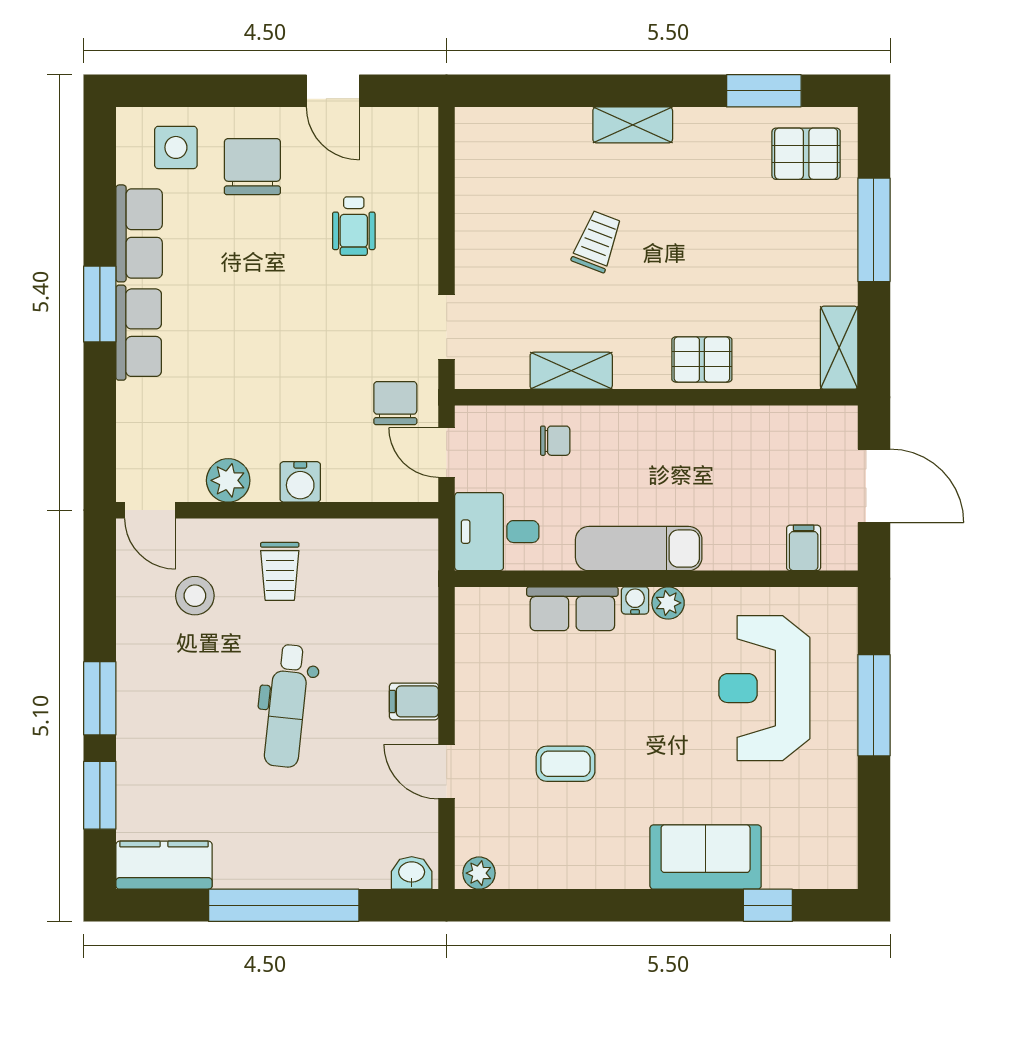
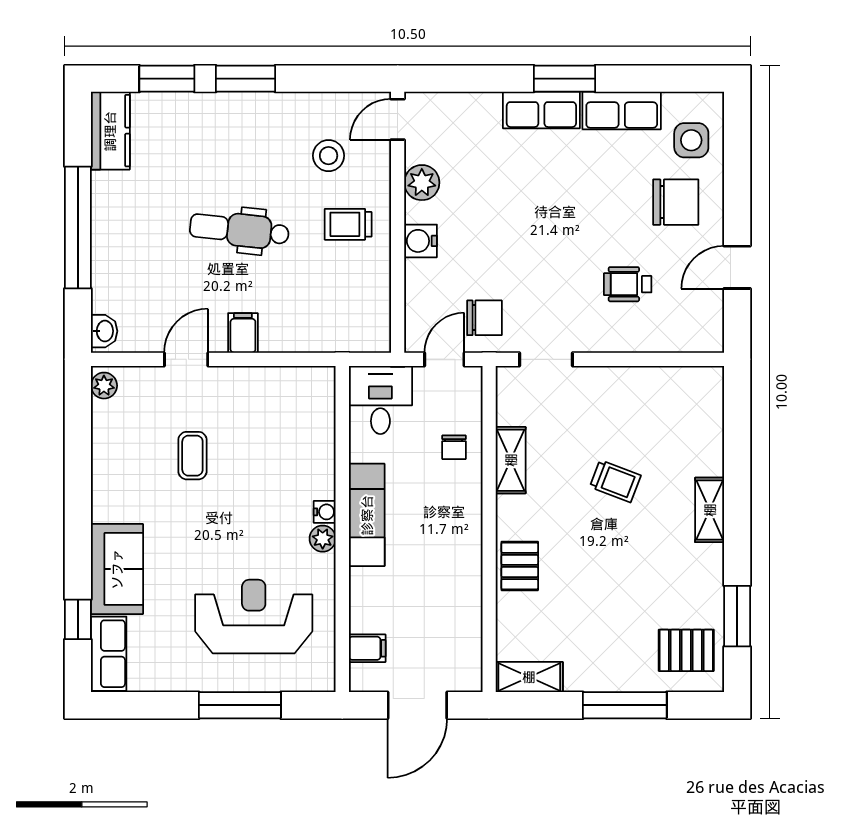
pallet: (806, 154) -> (686, 650), turned 90
row of seats: (572, 609) -> (109, 654), moved, turned 180

